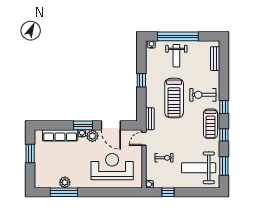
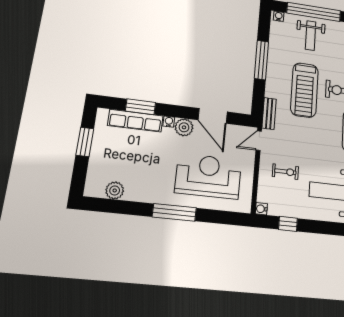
window: (141, 80) -> (261, 60), width x2.17
window: (83, 125) -> (140, 107), moved
plant: (65, 182) -> (115, 190), moved
window: (64, 192) -> (174, 212), moved

